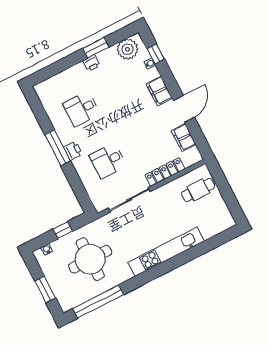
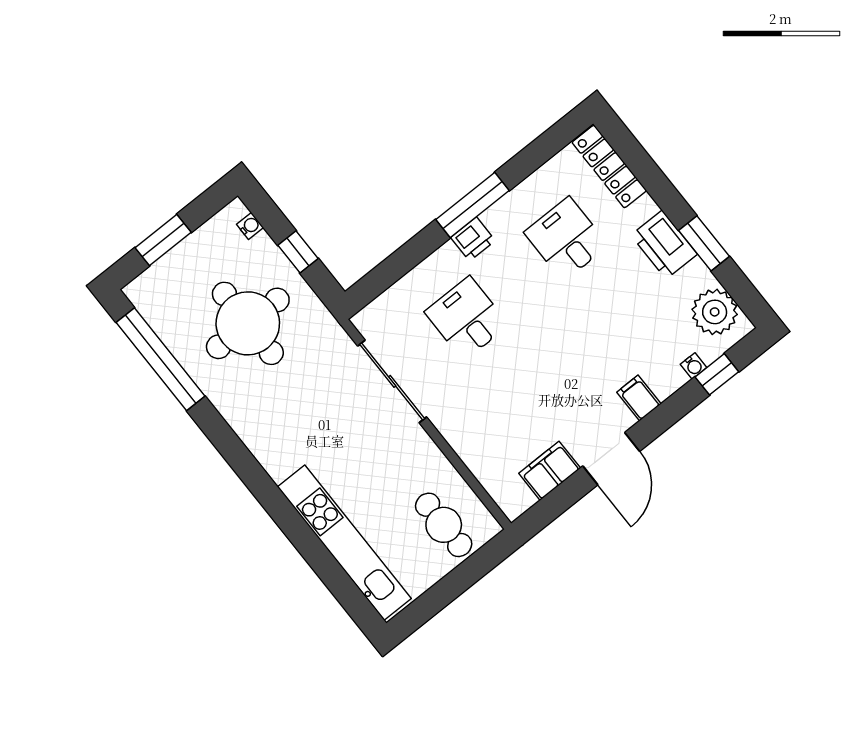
printer: (91, 63) -> (664, 245), width x1.87, depth x1.48
filing cabinet: (159, 91) -> (639, 398), width x0.50
door: (184, 109) -> (611, 459), hinge flipped
locker: (165, 172) -> (609, 166), moved, turned 180
kitchen unit: (166, 252) -> (344, 543), moved

